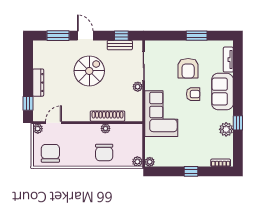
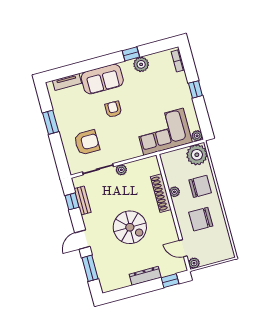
armchair: (188, 68) -> (87, 142), moved
spiral stairs: (89, 71) -> (130, 227), moved, turned 180
corner sofa: (161, 114) -> (163, 132), moved
chair: (50, 153) -> (201, 219), moved
plant: (137, 162) -> (197, 155), width x1.87, depth x1.87

